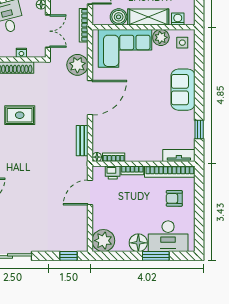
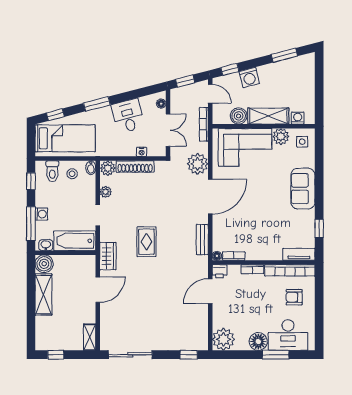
rug: (20, 115) -> (146, 242), moved, turned 90
printer: (113, 172) -> (220, 271), moved

